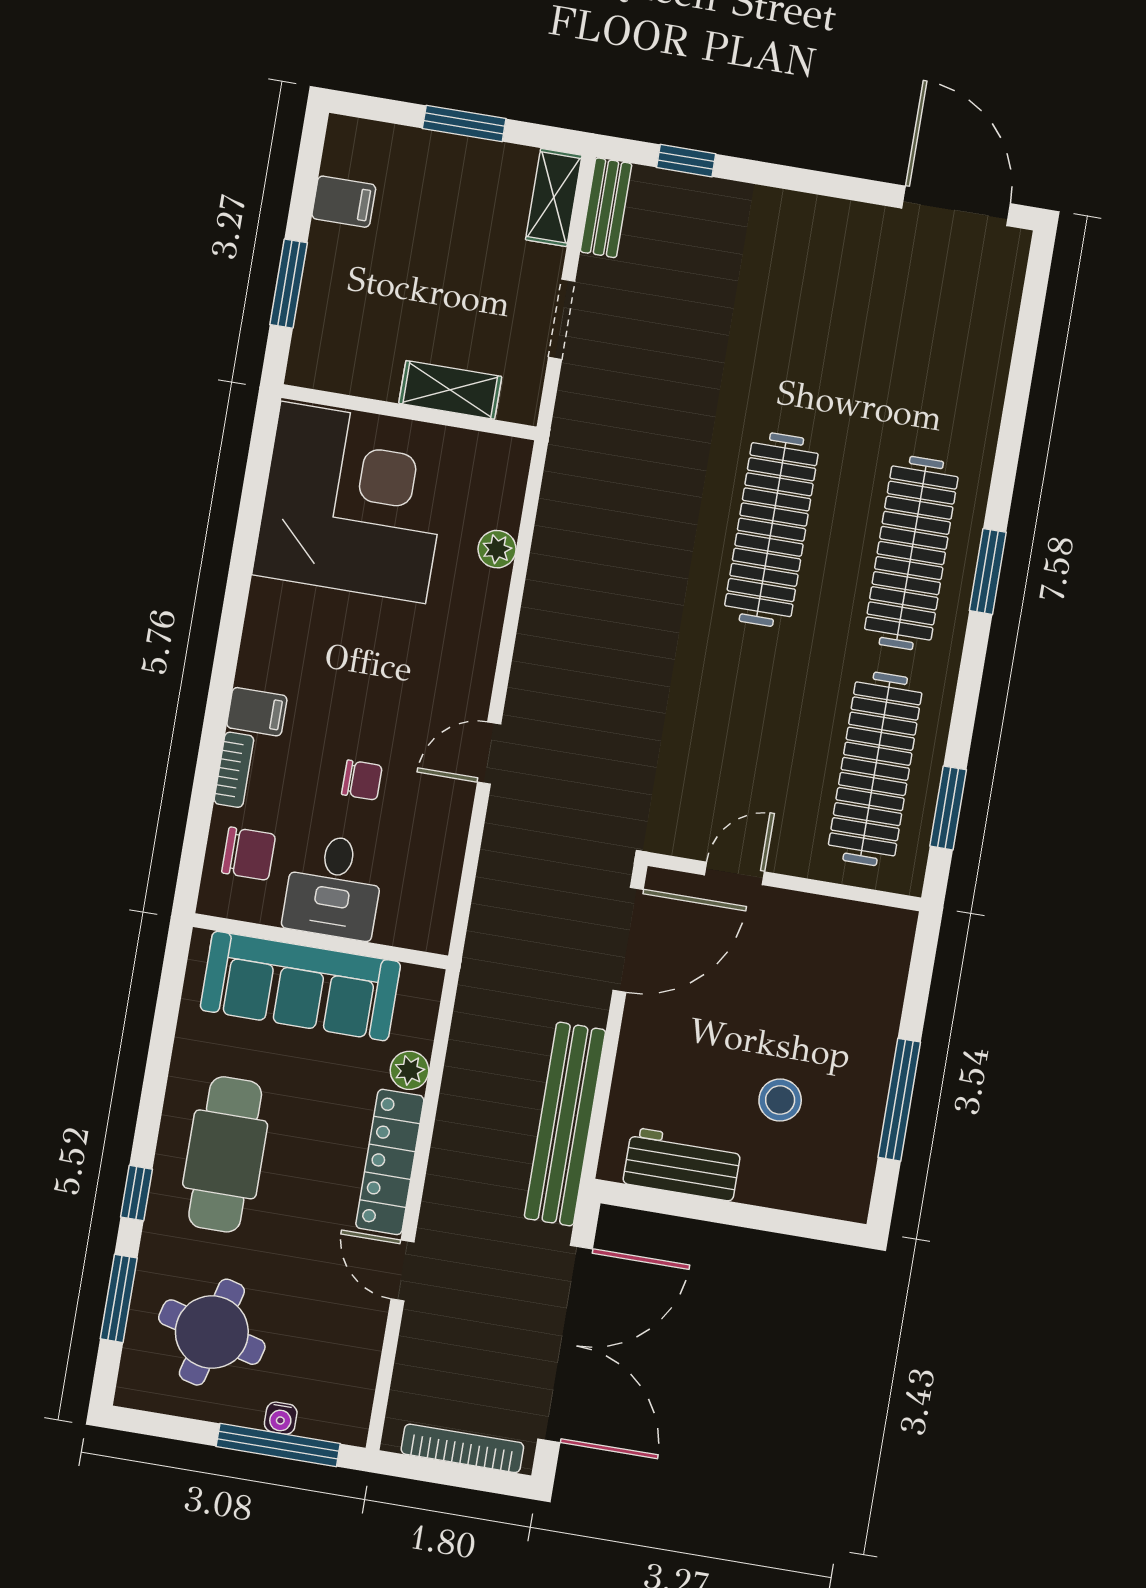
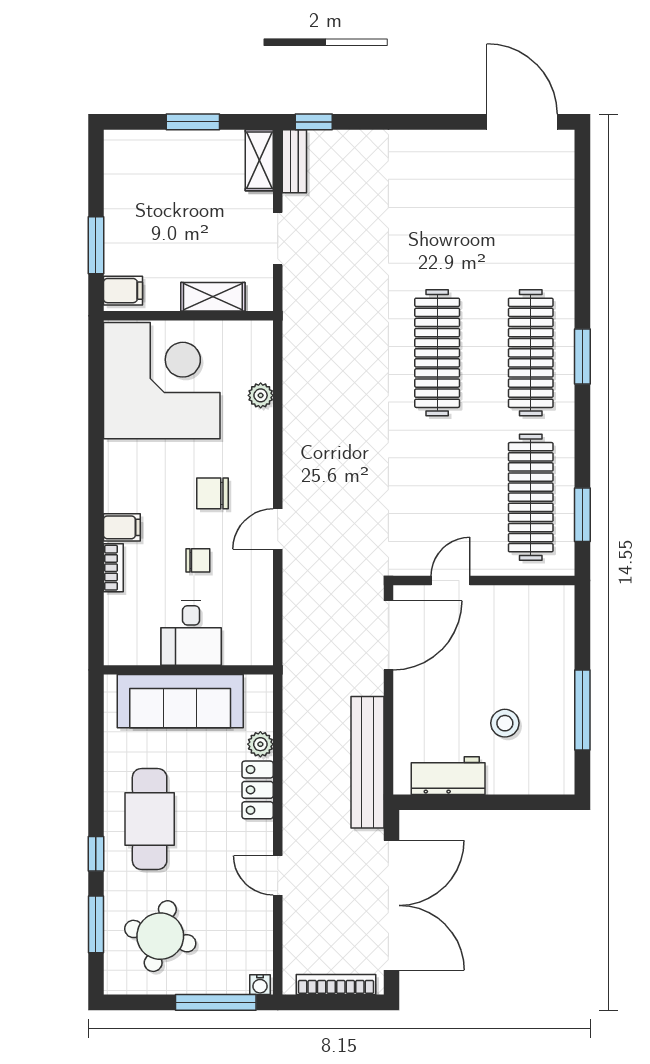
window: (686, 161) -> (314, 122), moved
filing cabinet: (344, 202) -> (123, 291), moved
chair: (249, 854) -> (212, 493), moved, turned 180
locker: (390, 1162) -> (258, 790), width x0.66
water cooler: (281, 1418) -> (260, 985), moved

